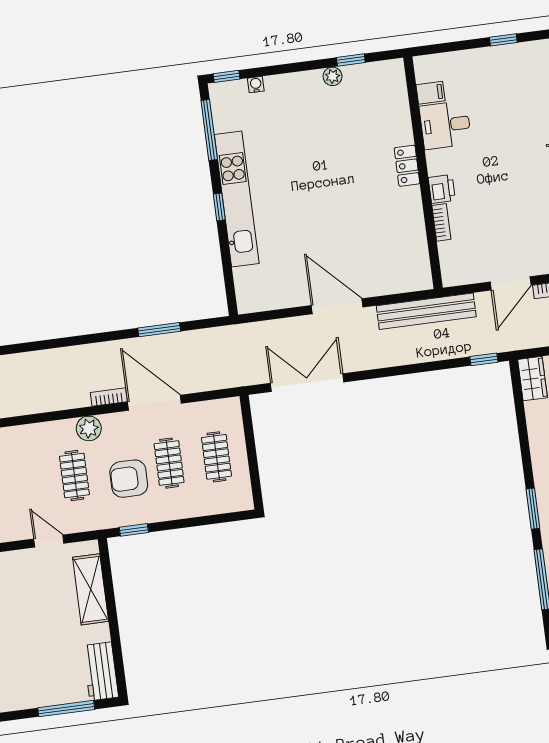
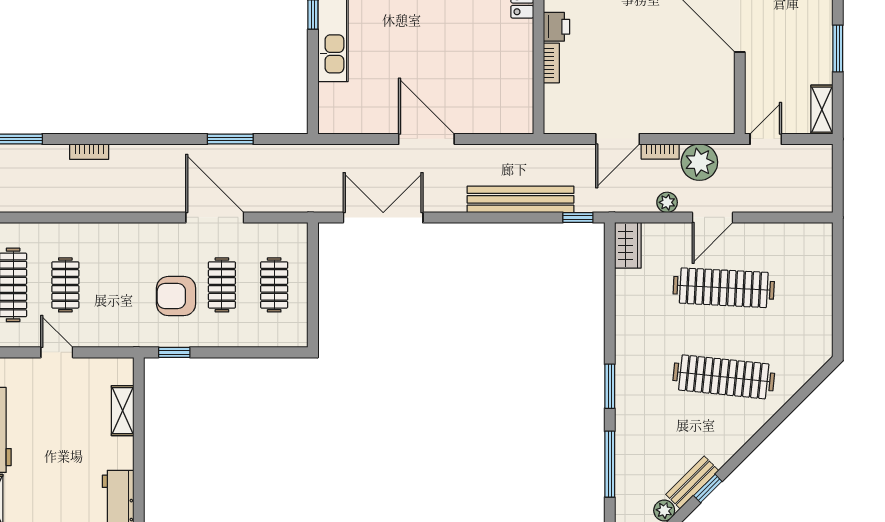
bench: (426, 311) -> (520, 199), moved
bookcase: (109, 397) -> (89, 152), moved, turned 180
plant: (89, 428) -> (140, 236), removed
clothes rail: (74, 476) -> (65, 285), moved
door: (49, 541) -> (57, 352), moved
shelving: (91, 589) -> (123, 411), width x0.67, depth x0.75

